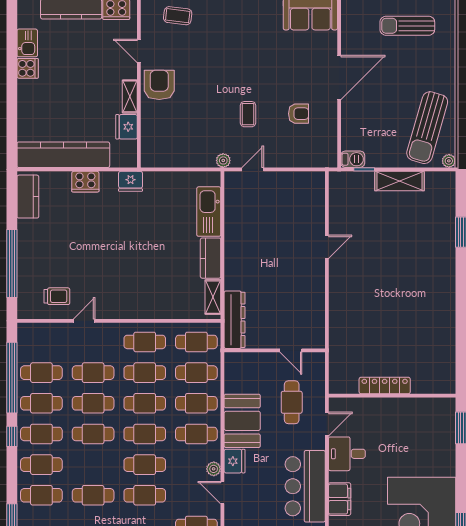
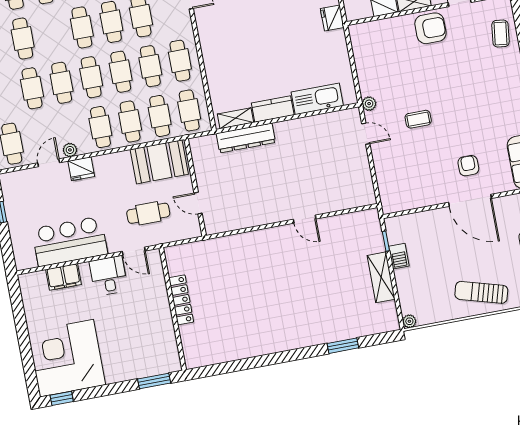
armchair: (299, 114) -> (468, 166), moved, turned 180
sun lounger: (427, 128) -> (481, 292), moved, width x0.73, depth x0.75
barbecue: (353, 159) -> (399, 256), moved
dresser: (234, 320) -> (246, 138), moved
door: (291, 350) -> (198, 203), hinge flipped
booth: (242, 421) -> (159, 162), moved

